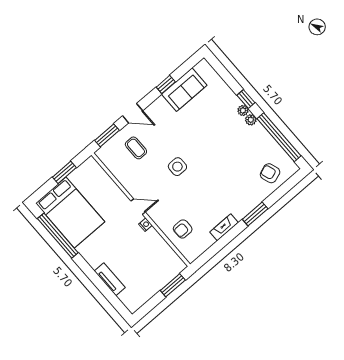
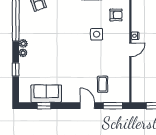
window: (166, 84) -> (44, 106), moved
window: (246, 99) -> (16, 69), moved
side table: (177, 167) -> (97, 34), moved
door: (138, 207) -> (130, 50), swing flipped

